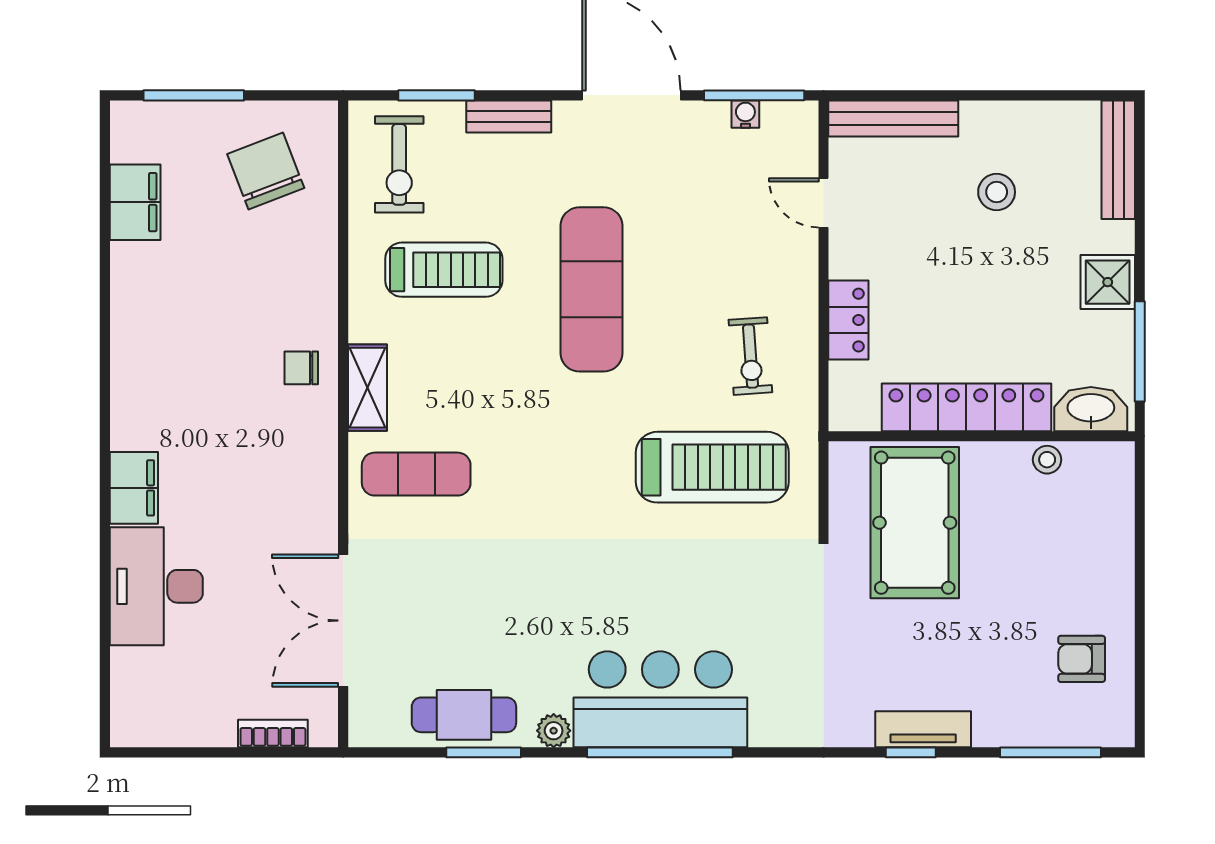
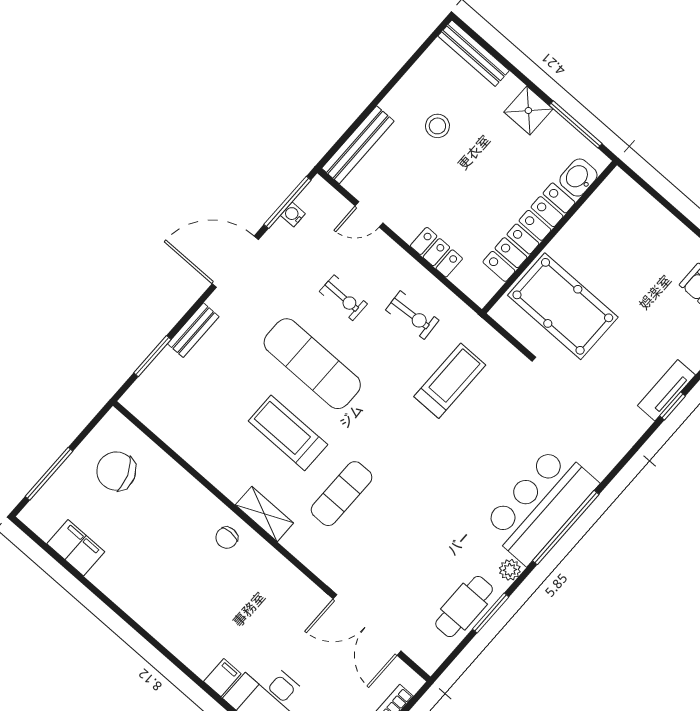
exercise bike: (399, 164) -> (343, 298), moved, width x0.73, depth x0.72
treadmill: (444, 270) -> (288, 433), moved, turned -90
washbasin: (1091, 409) -> (578, 178), width x0.72
stool: (1047, 460) -> (589, 215), removed
treadmill: (712, 467) -> (450, 381), width x0.73, depth x0.73
exercise mat: (416, 474) -> (342, 494), moved
filing cabinet: (134, 488) -> (222, 678), width x0.50

